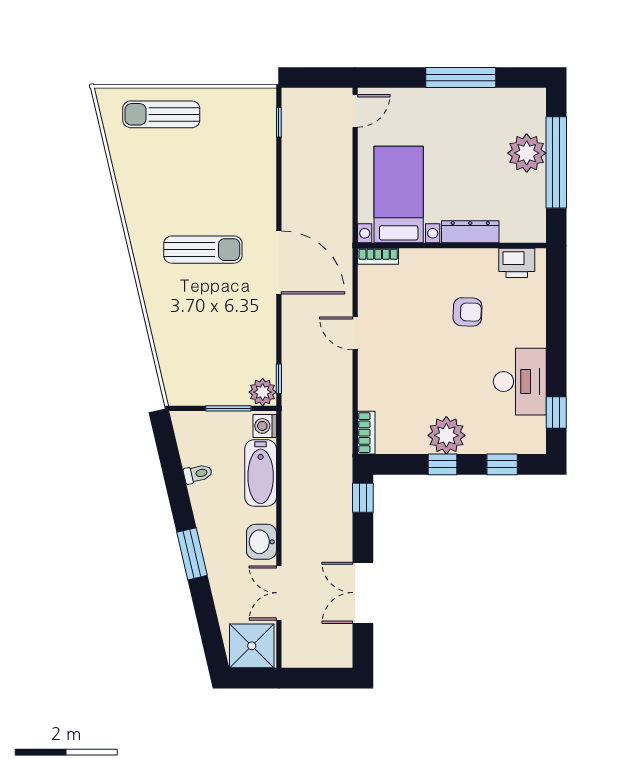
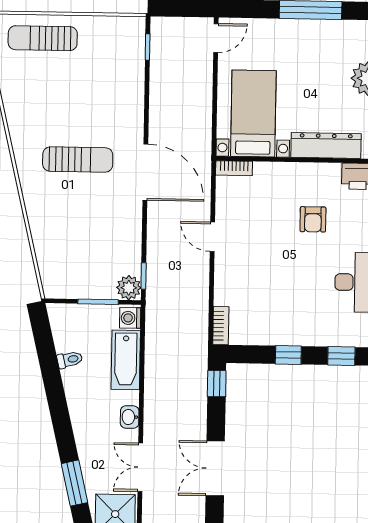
dresser: (470, 232) -> (326, 146), width x1.37, depth x1.24
armchair: (467, 312) -> (313, 219), turned 88
plant: (446, 435) -> (292, 329), removed
washbasin: (261, 542) -> (130, 417), width x0.72, depth x0.69
window: (192, 554) -> (75, 483), moved

